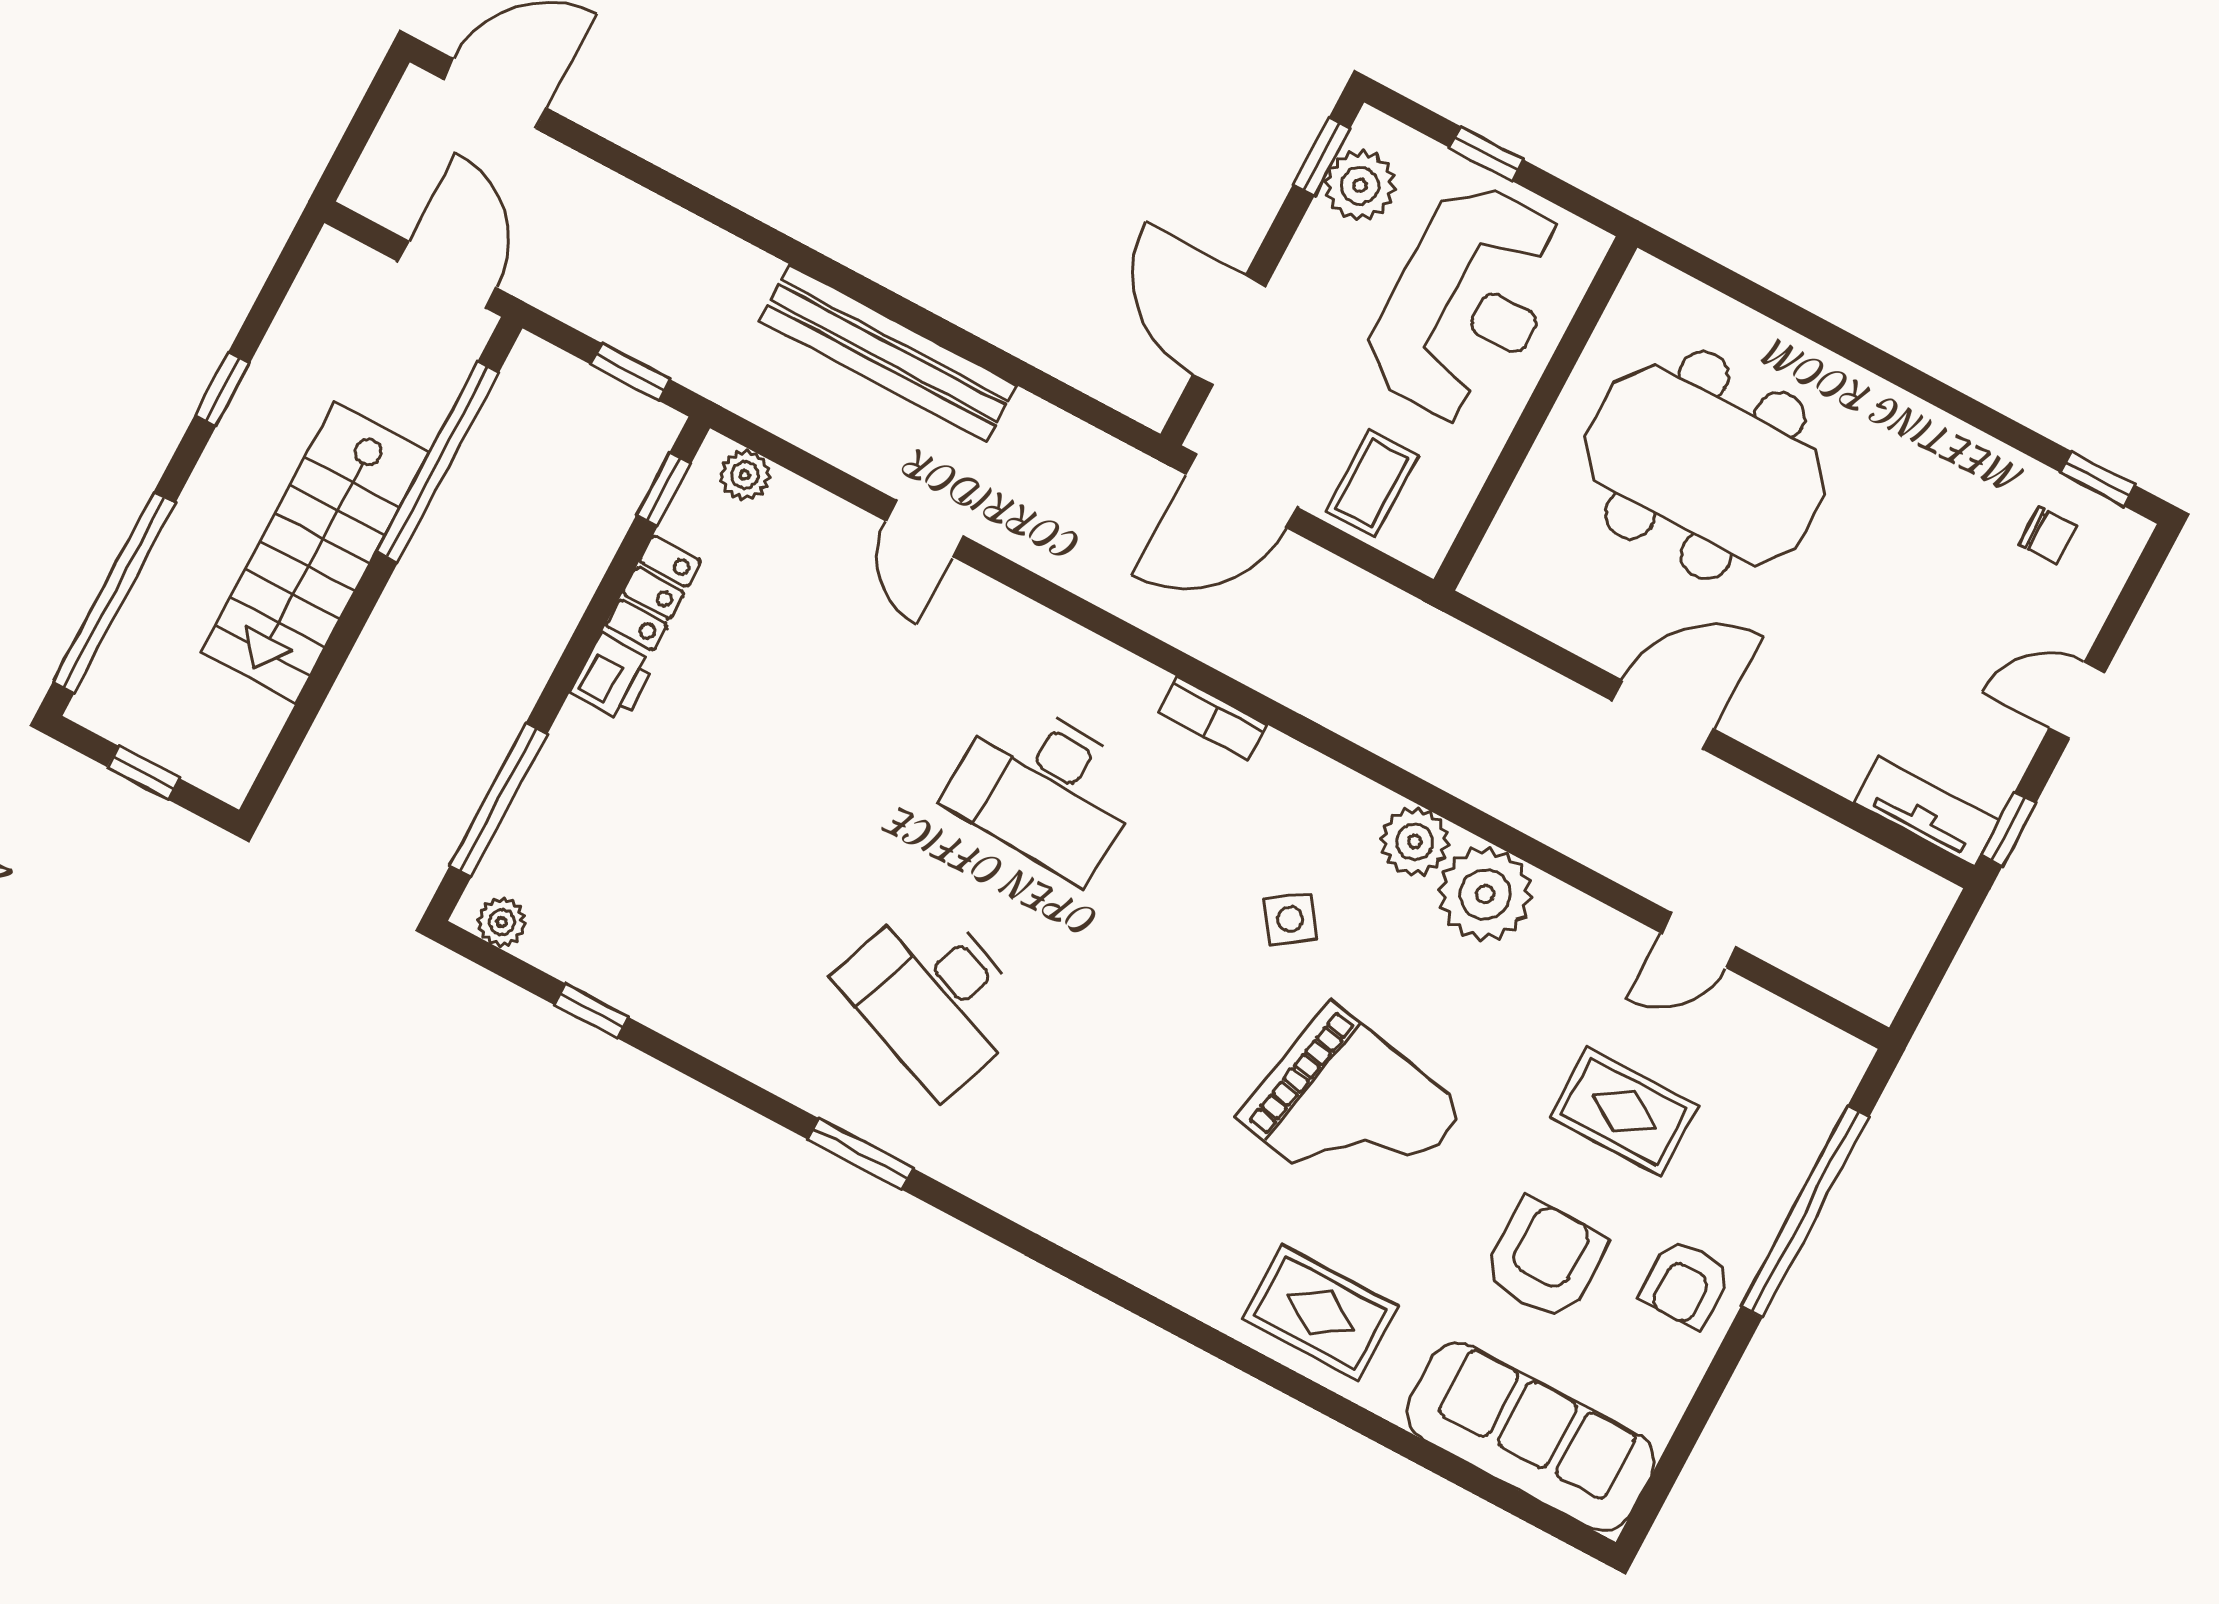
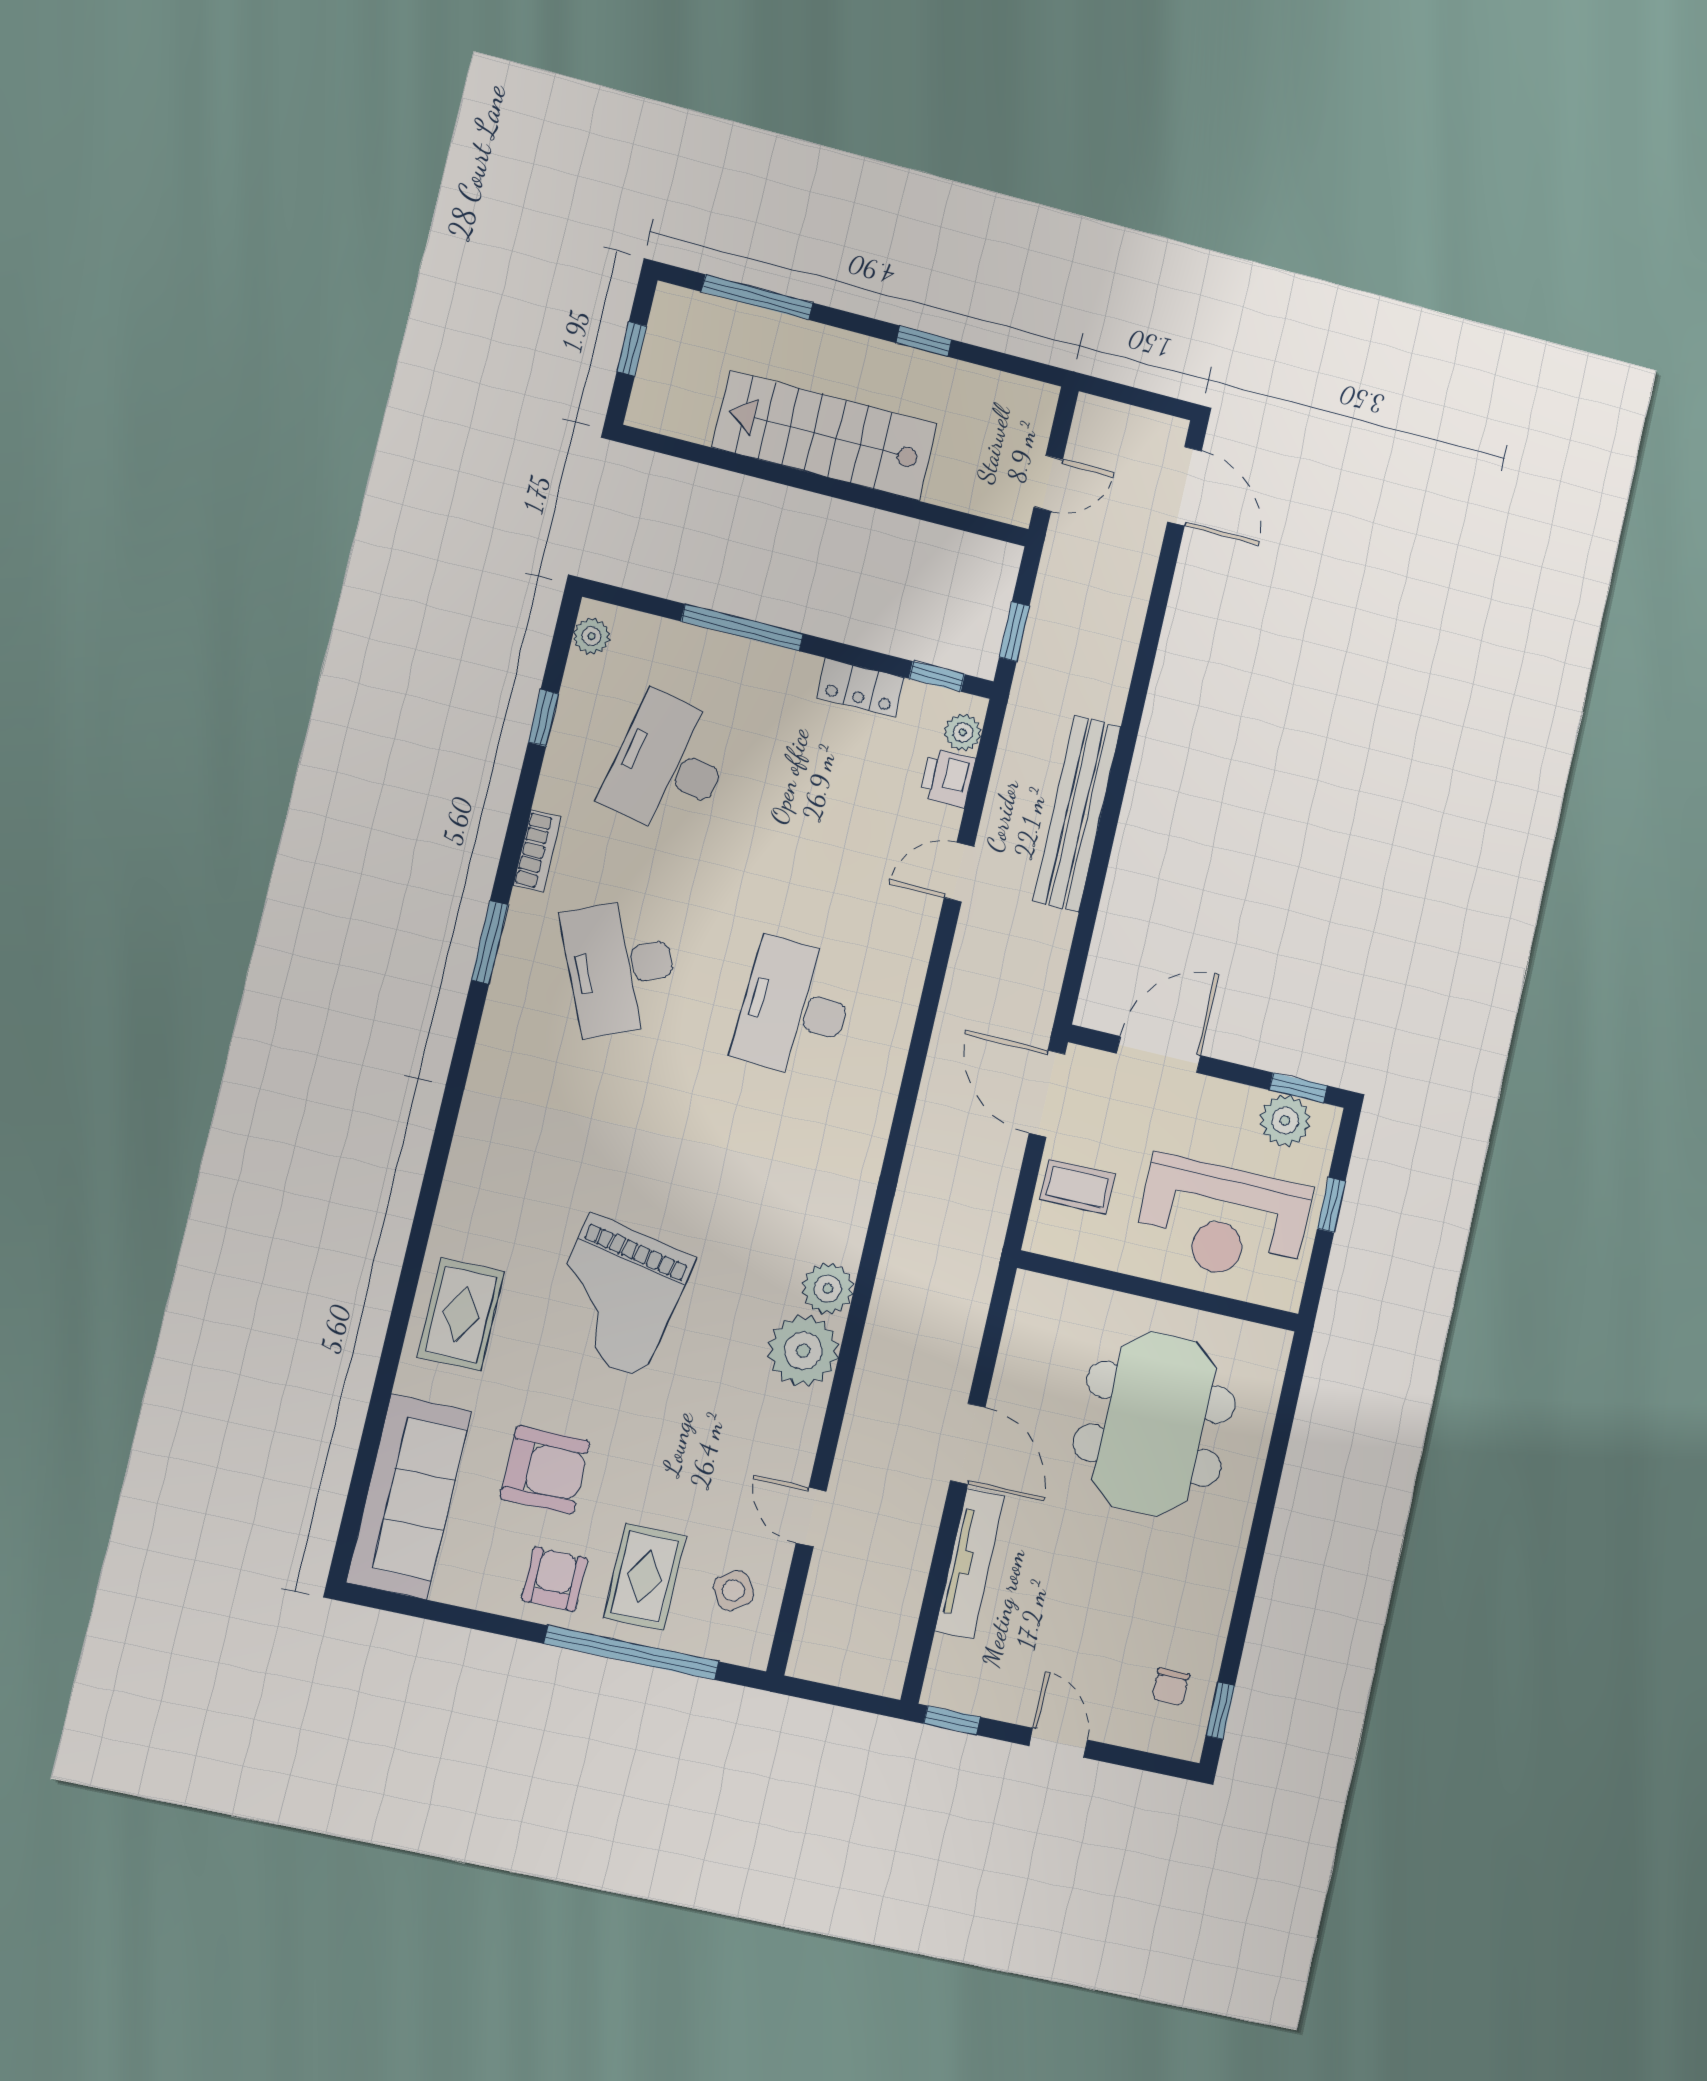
door: (447, 275) -> (1048, 483), width x0.73
window: (438, 462) -> (913, 509), removed
window: (114, 593) -> (757, 297), width x0.68
printer: (613, 678) -> (948, 778), moved, turned 90
bookcase: (1212, 718) -> (537, 851), moved, turned 180
window: (498, 800) -> (742, 627), moved
tv unit: (1926, 812) -> (970, 1564), moved, width x1.41
desk: (692, 868) -> (668, 765), added
side table: (1290, 919) -> (733, 1590), moved
desk: (934, 997) -> (621, 967), turned -45
rug: (1624, 1111) -> (645, 1577), moved
armchair: (1685, 1284) -> (554, 1579), turned 90

